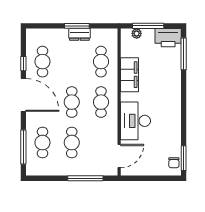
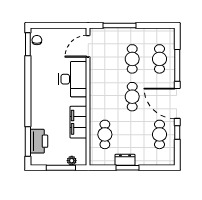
printer: (168, 38) -> (39, 141), moved, turned 90
cafe table: (101, 102) -> (105, 97), removed
window: (23, 147) -> (177, 65), moved

